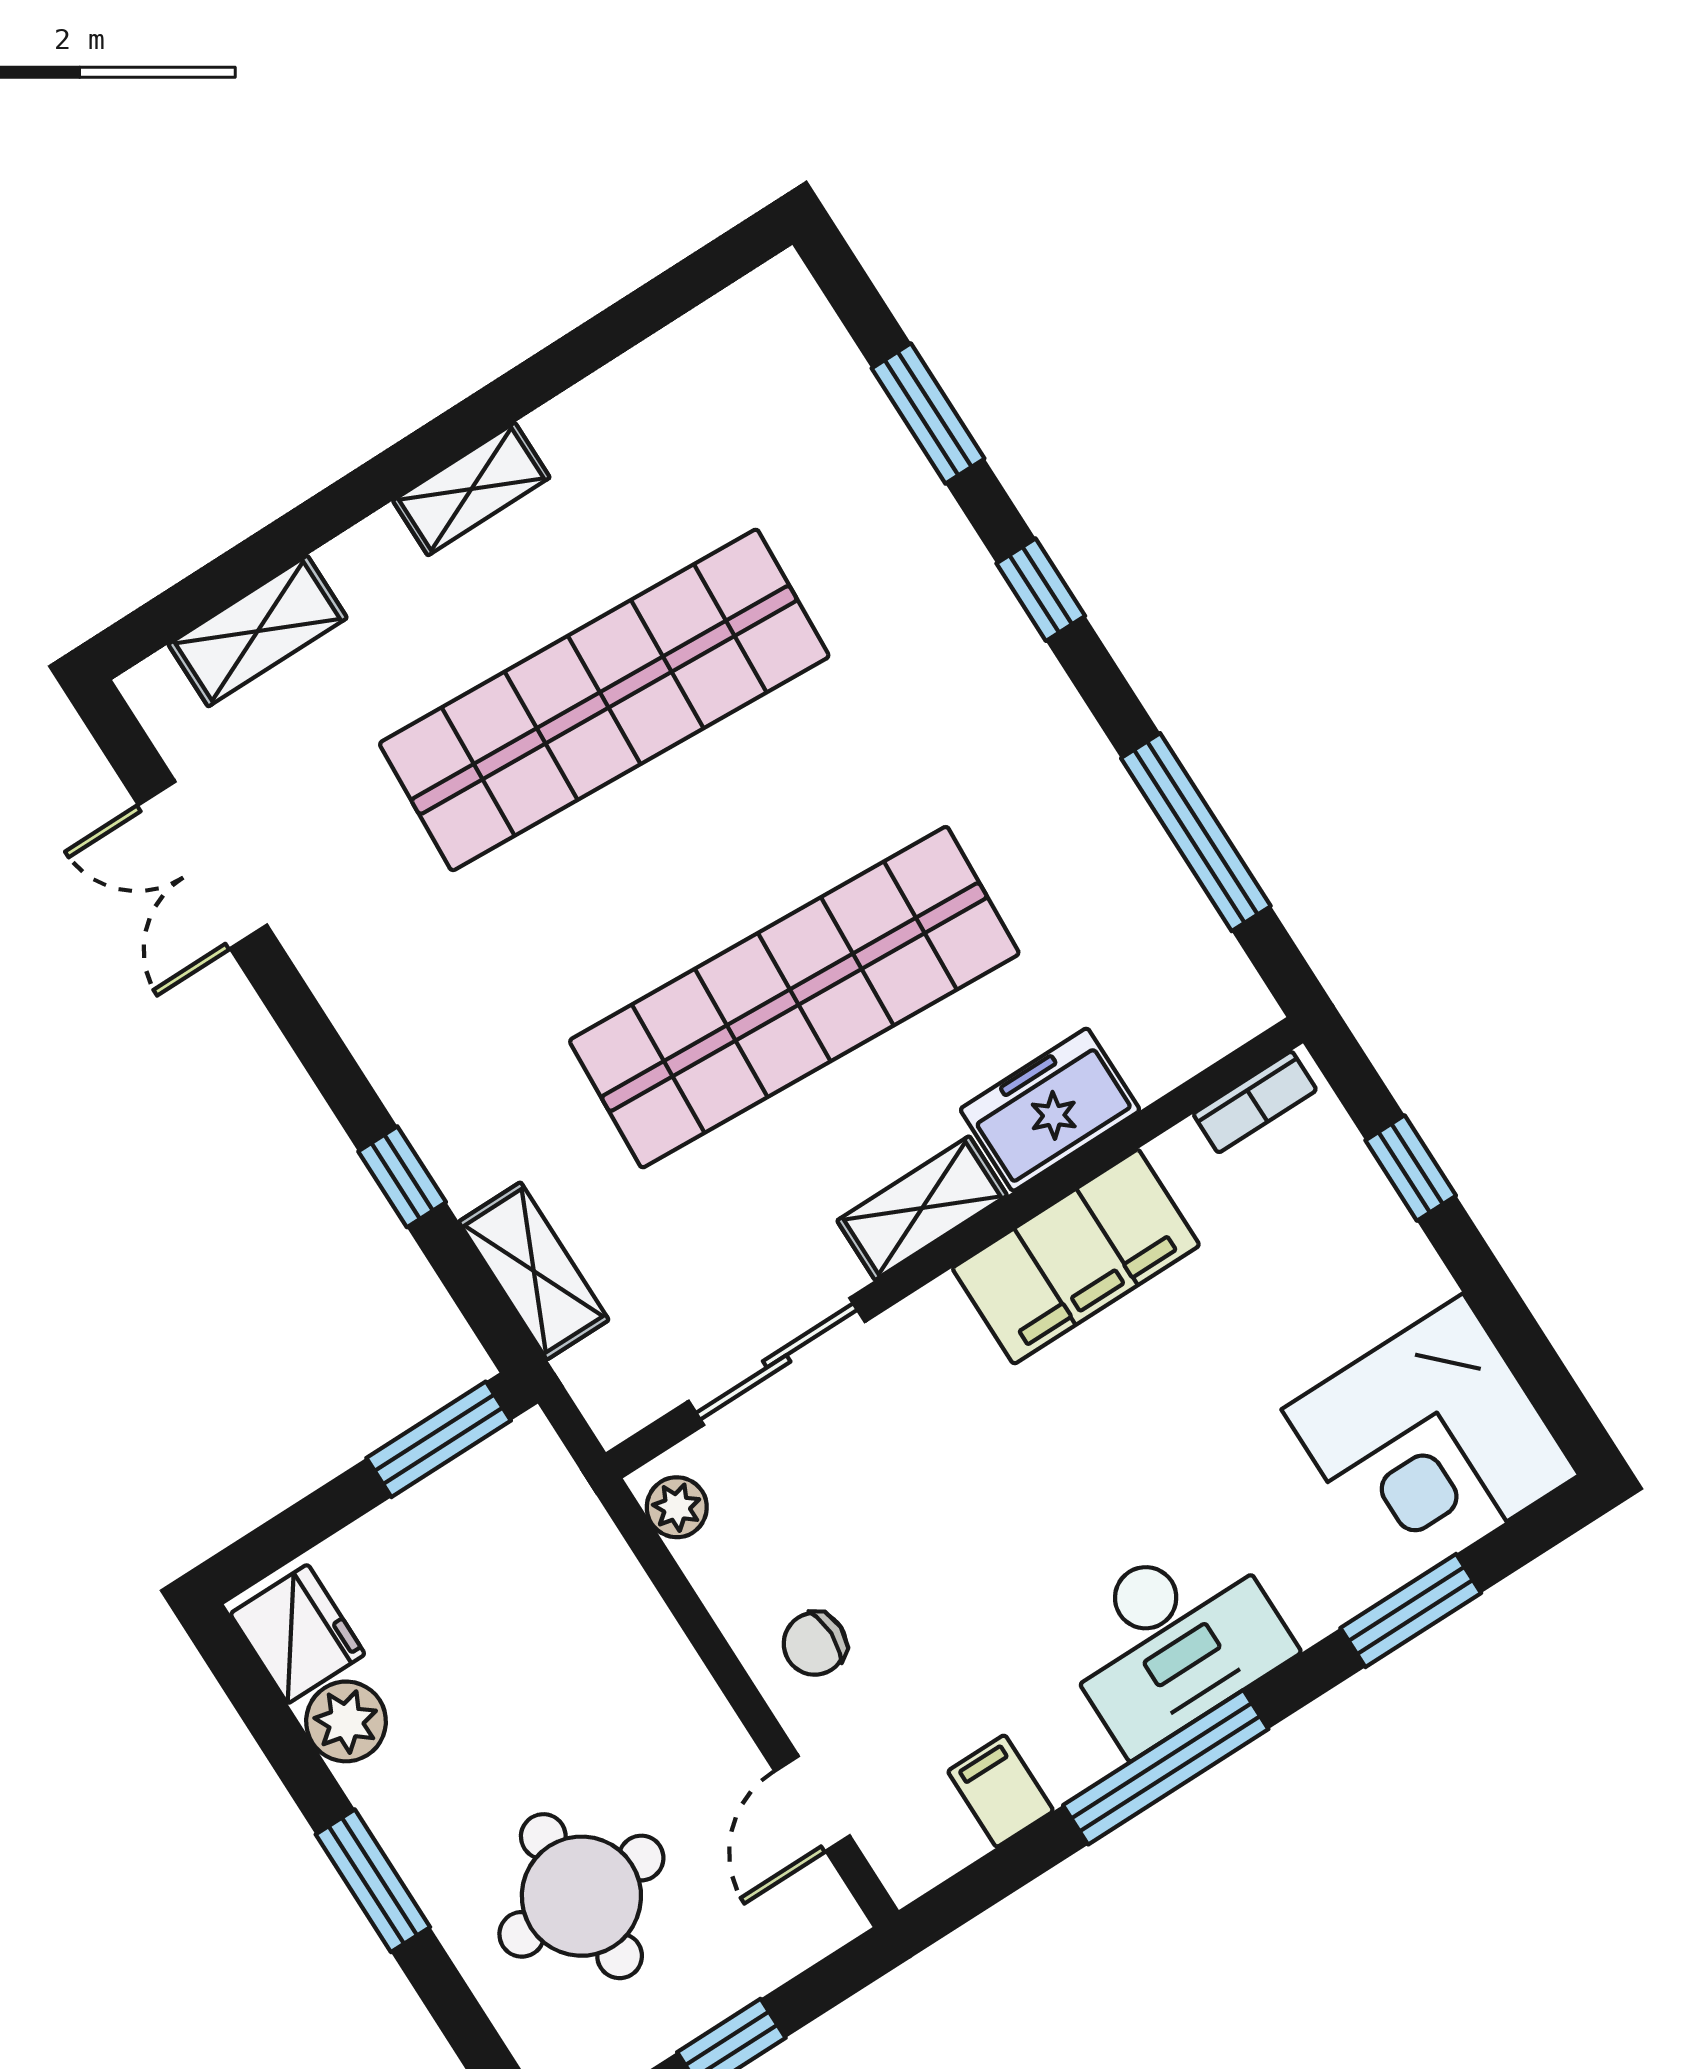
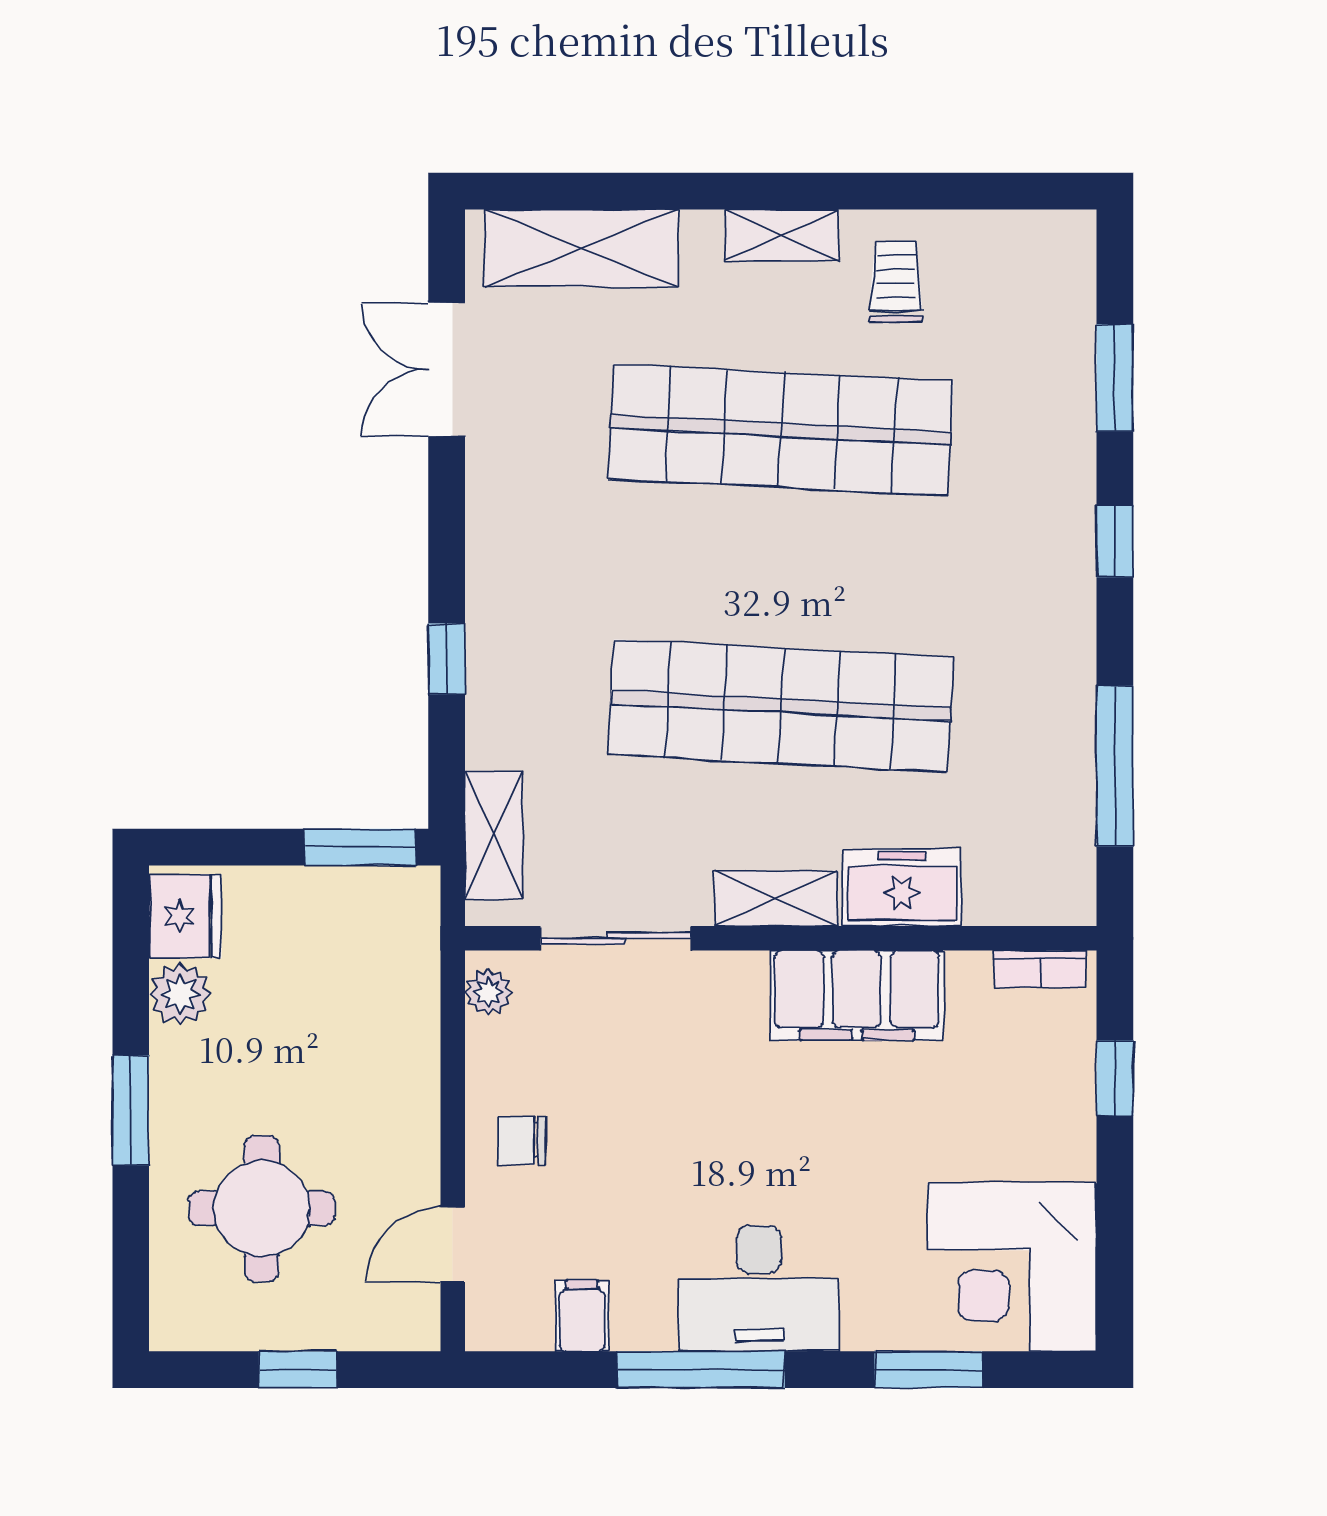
trolley: (626, 461) -> (896, 282), added
shelving: (258, 631) -> (581, 248), width x1.50, depth x1.33
shelving: (534, 1271) -> (494, 835), moved

